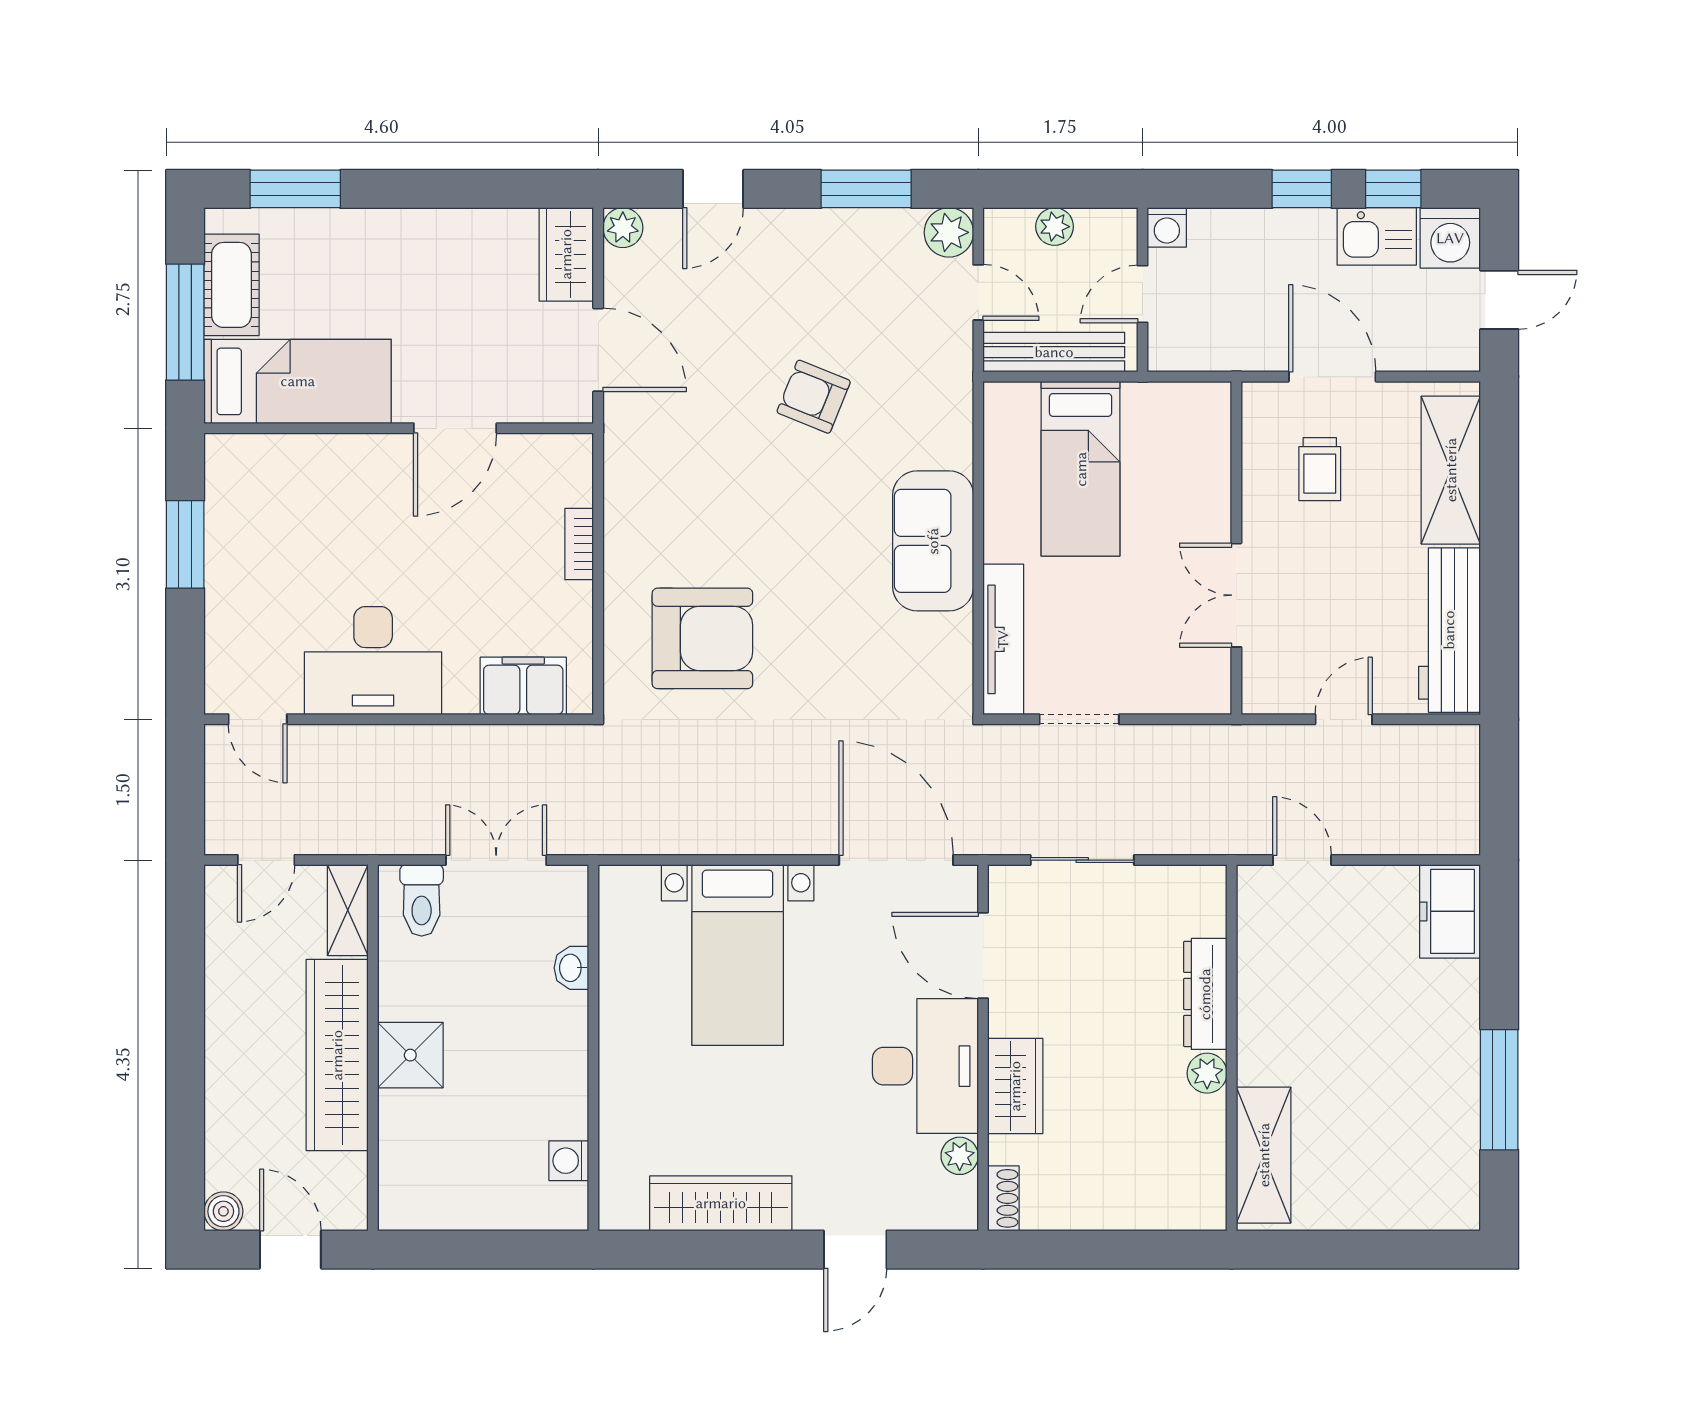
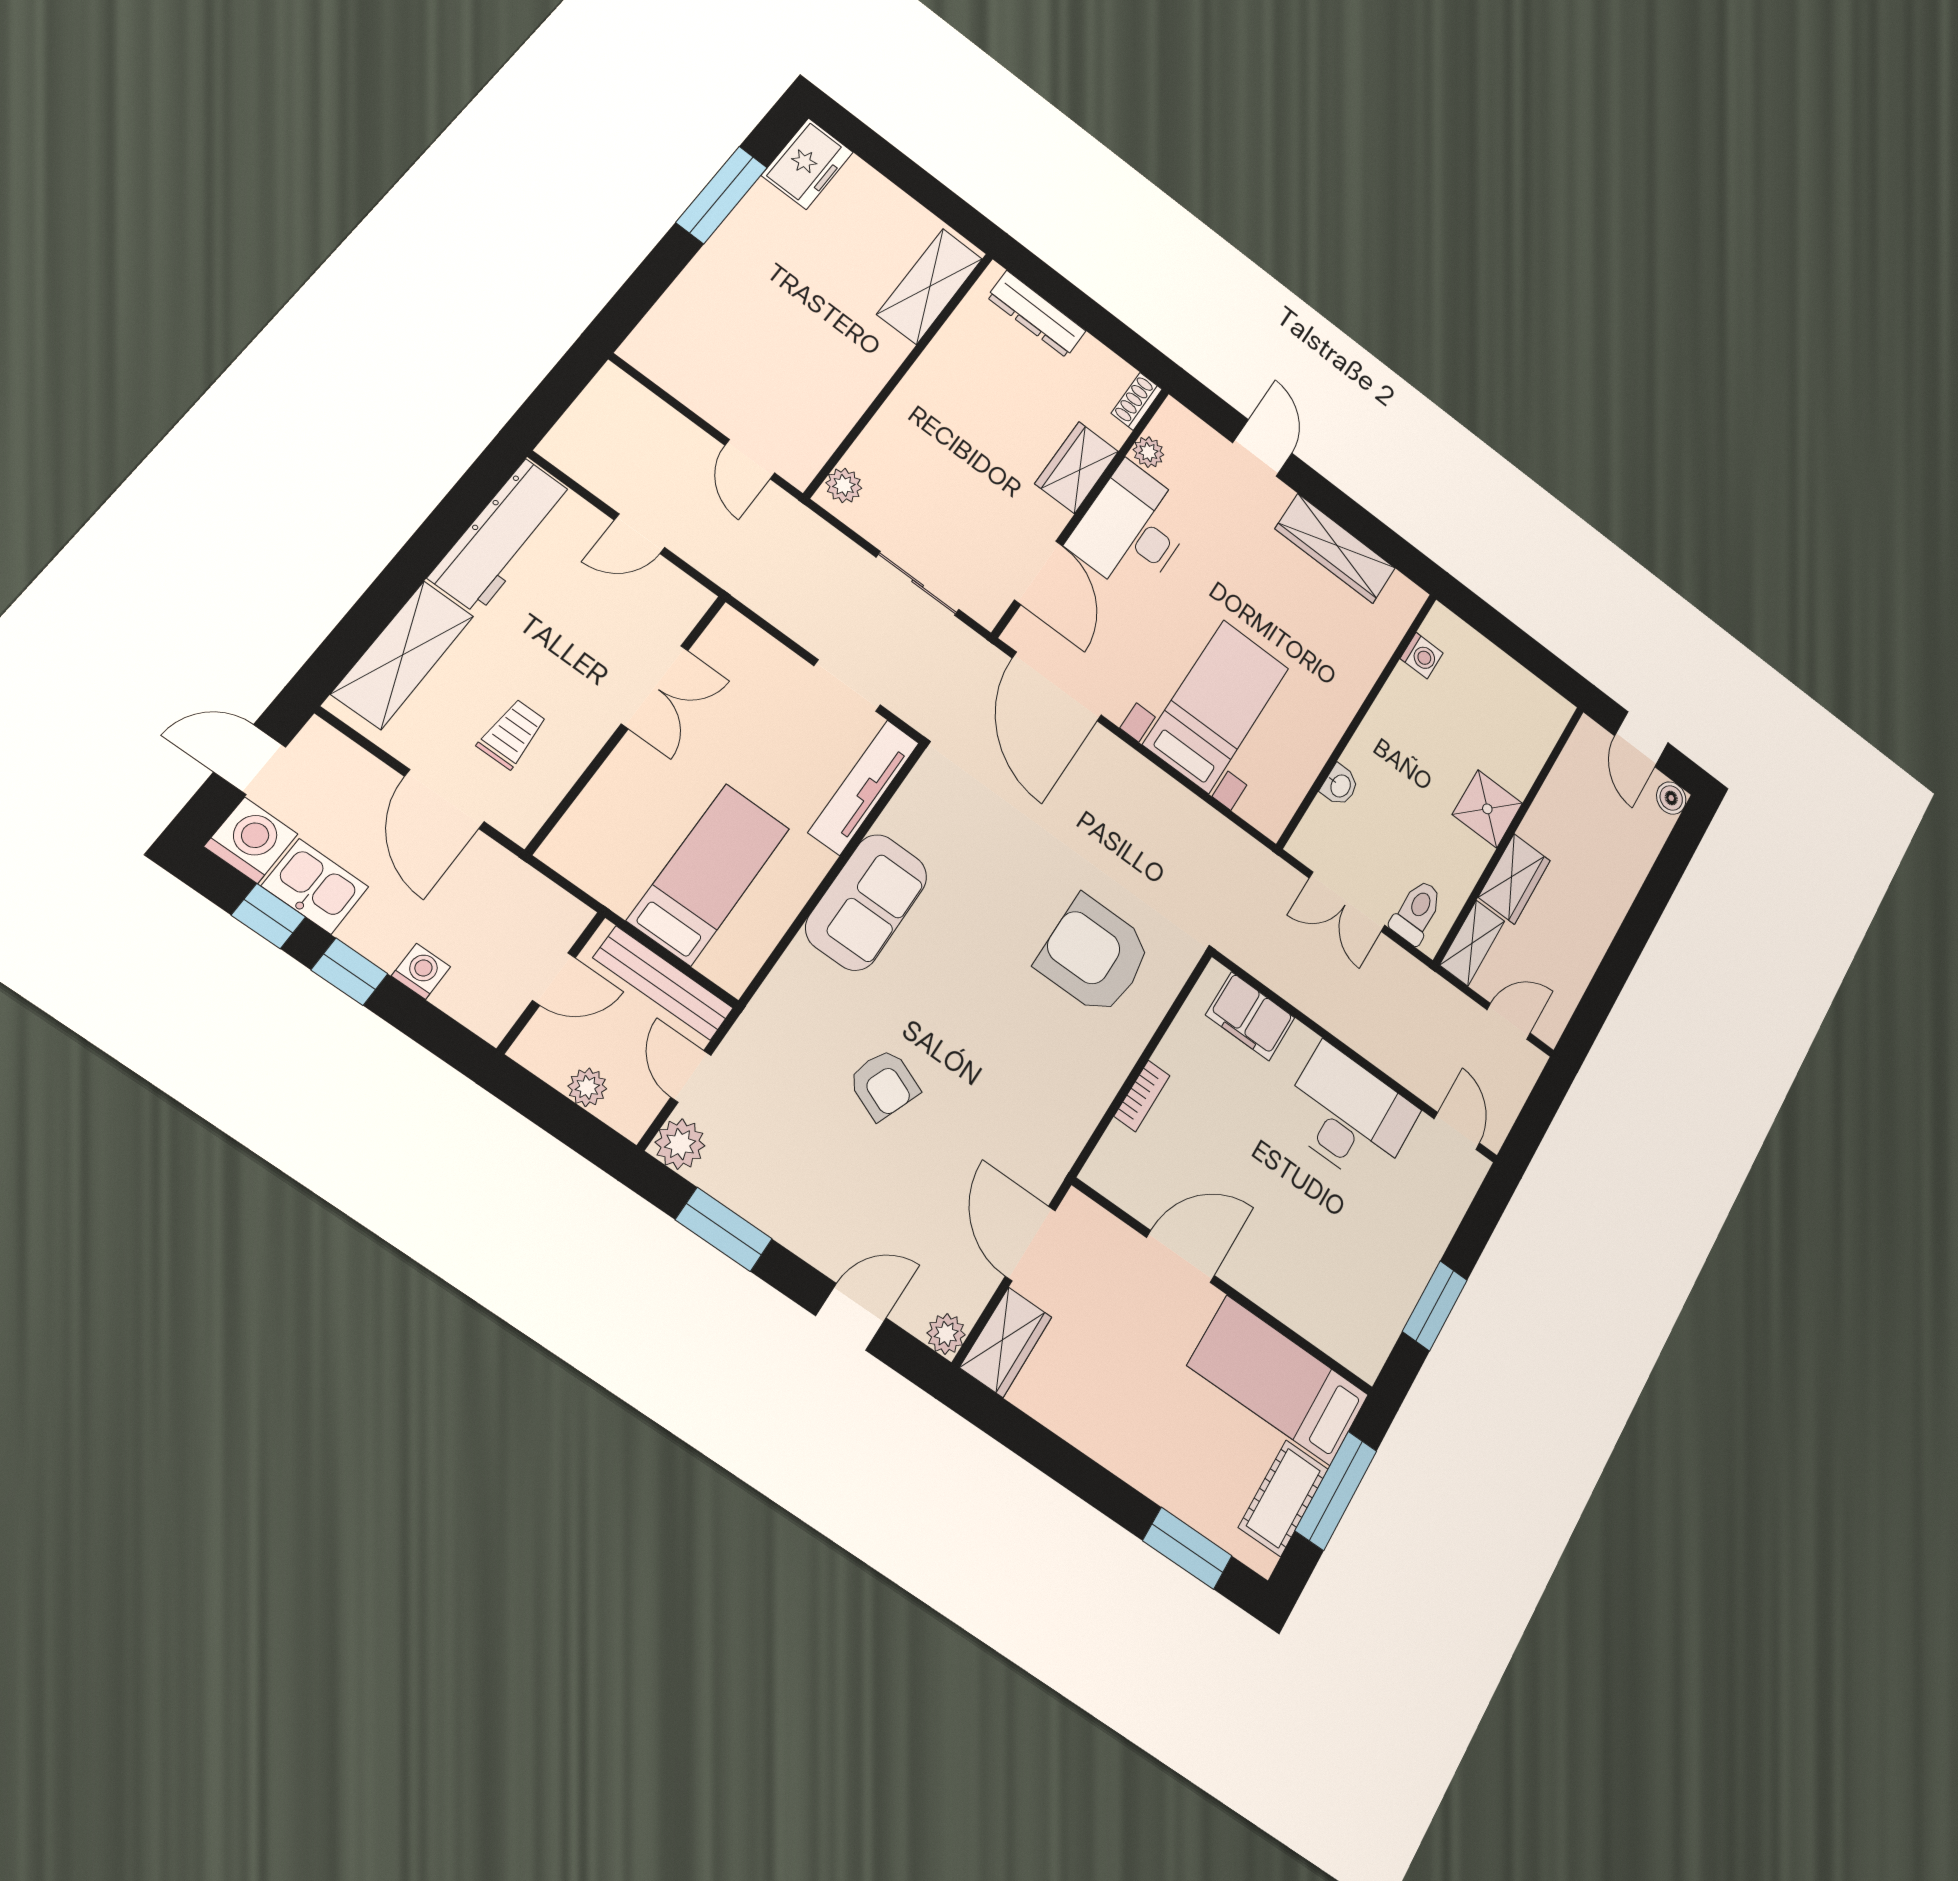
washing machine: (1167, 227) -> (421, 971), moved
freezer: (1450, 911) -> (807, 164), moved
dresser: (1205, 994) -> (1036, 314), moved, turned 90
wardrobe: (337, 1055) -> (1514, 879), width x0.48, depth x0.85
plant: (1207, 1073) -> (844, 485), moved
door: (855, 1250) -> (1262, 448), hinge flipped

